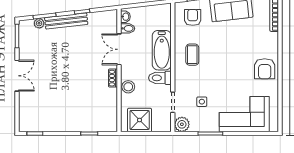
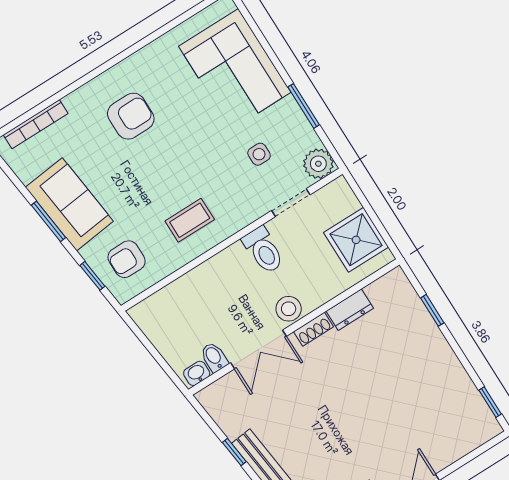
bathtub: (162, 50) -> (215, 276), removed
armchair: (265, 69) -> (131, 116), moved
stool: (128, 87) -> (289, 309), moved
dresser: (112, 99) -> (350, 310), added

